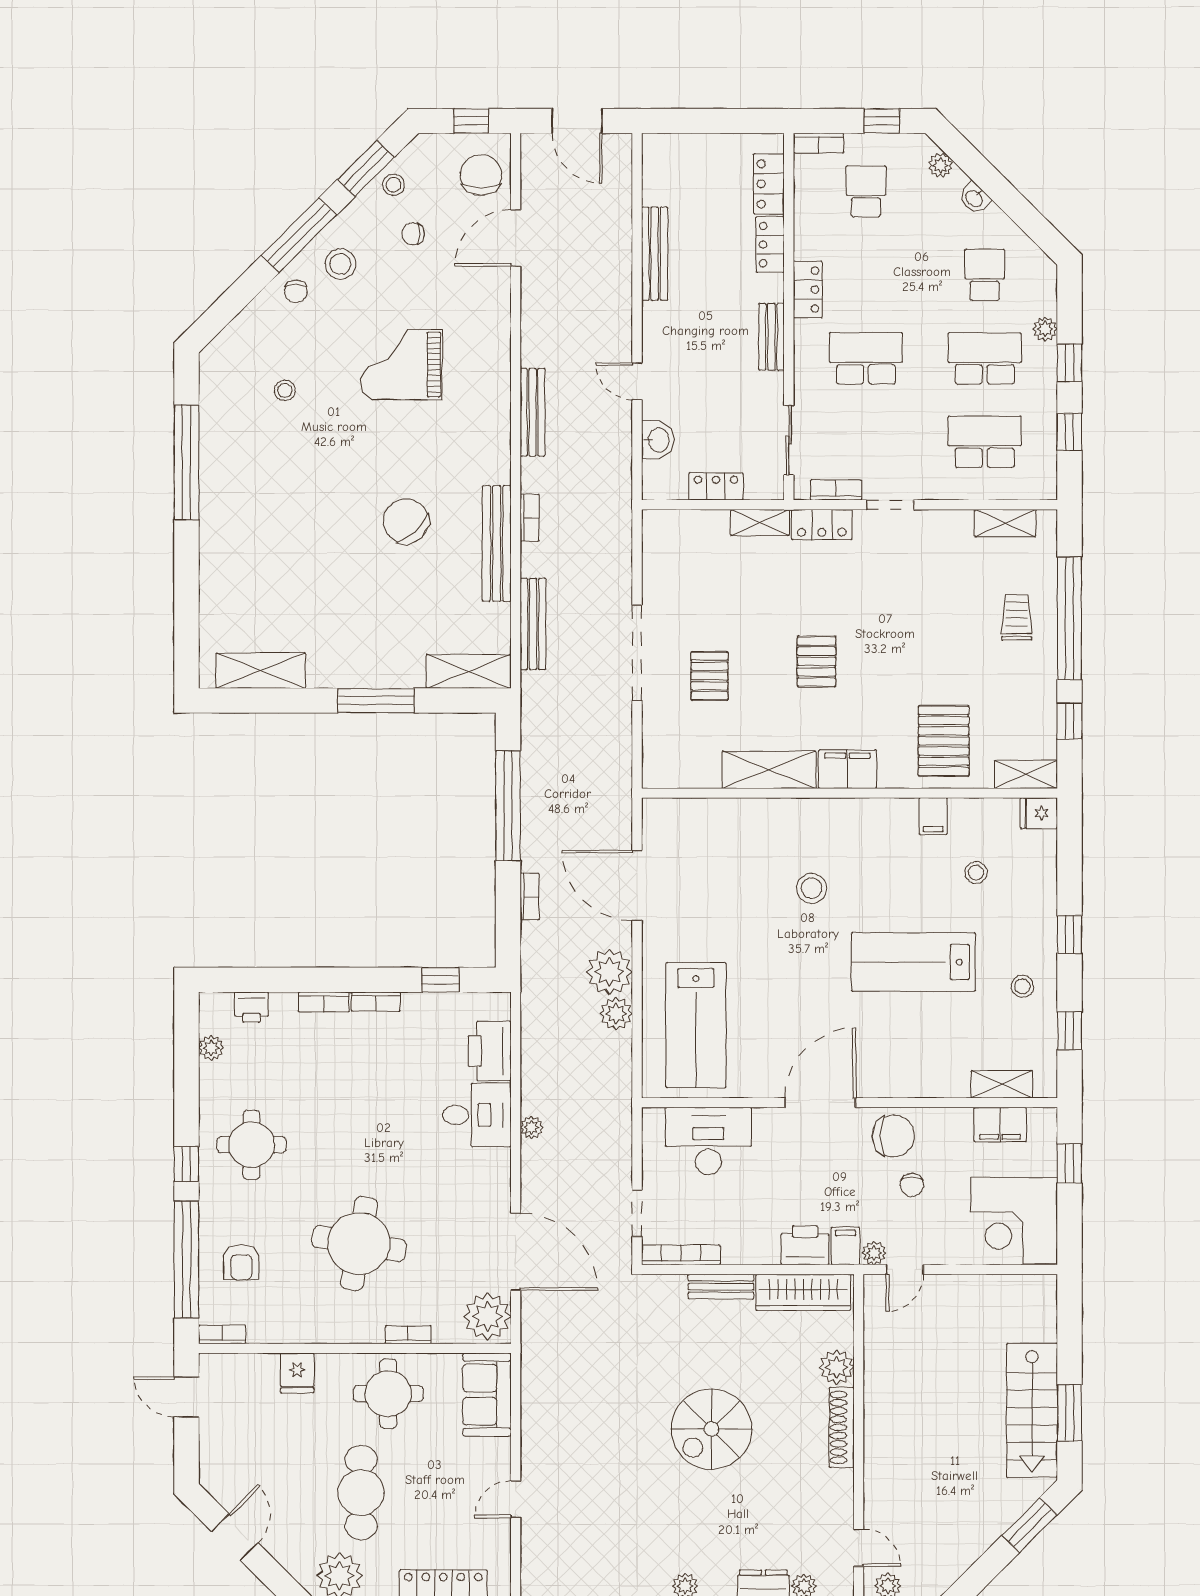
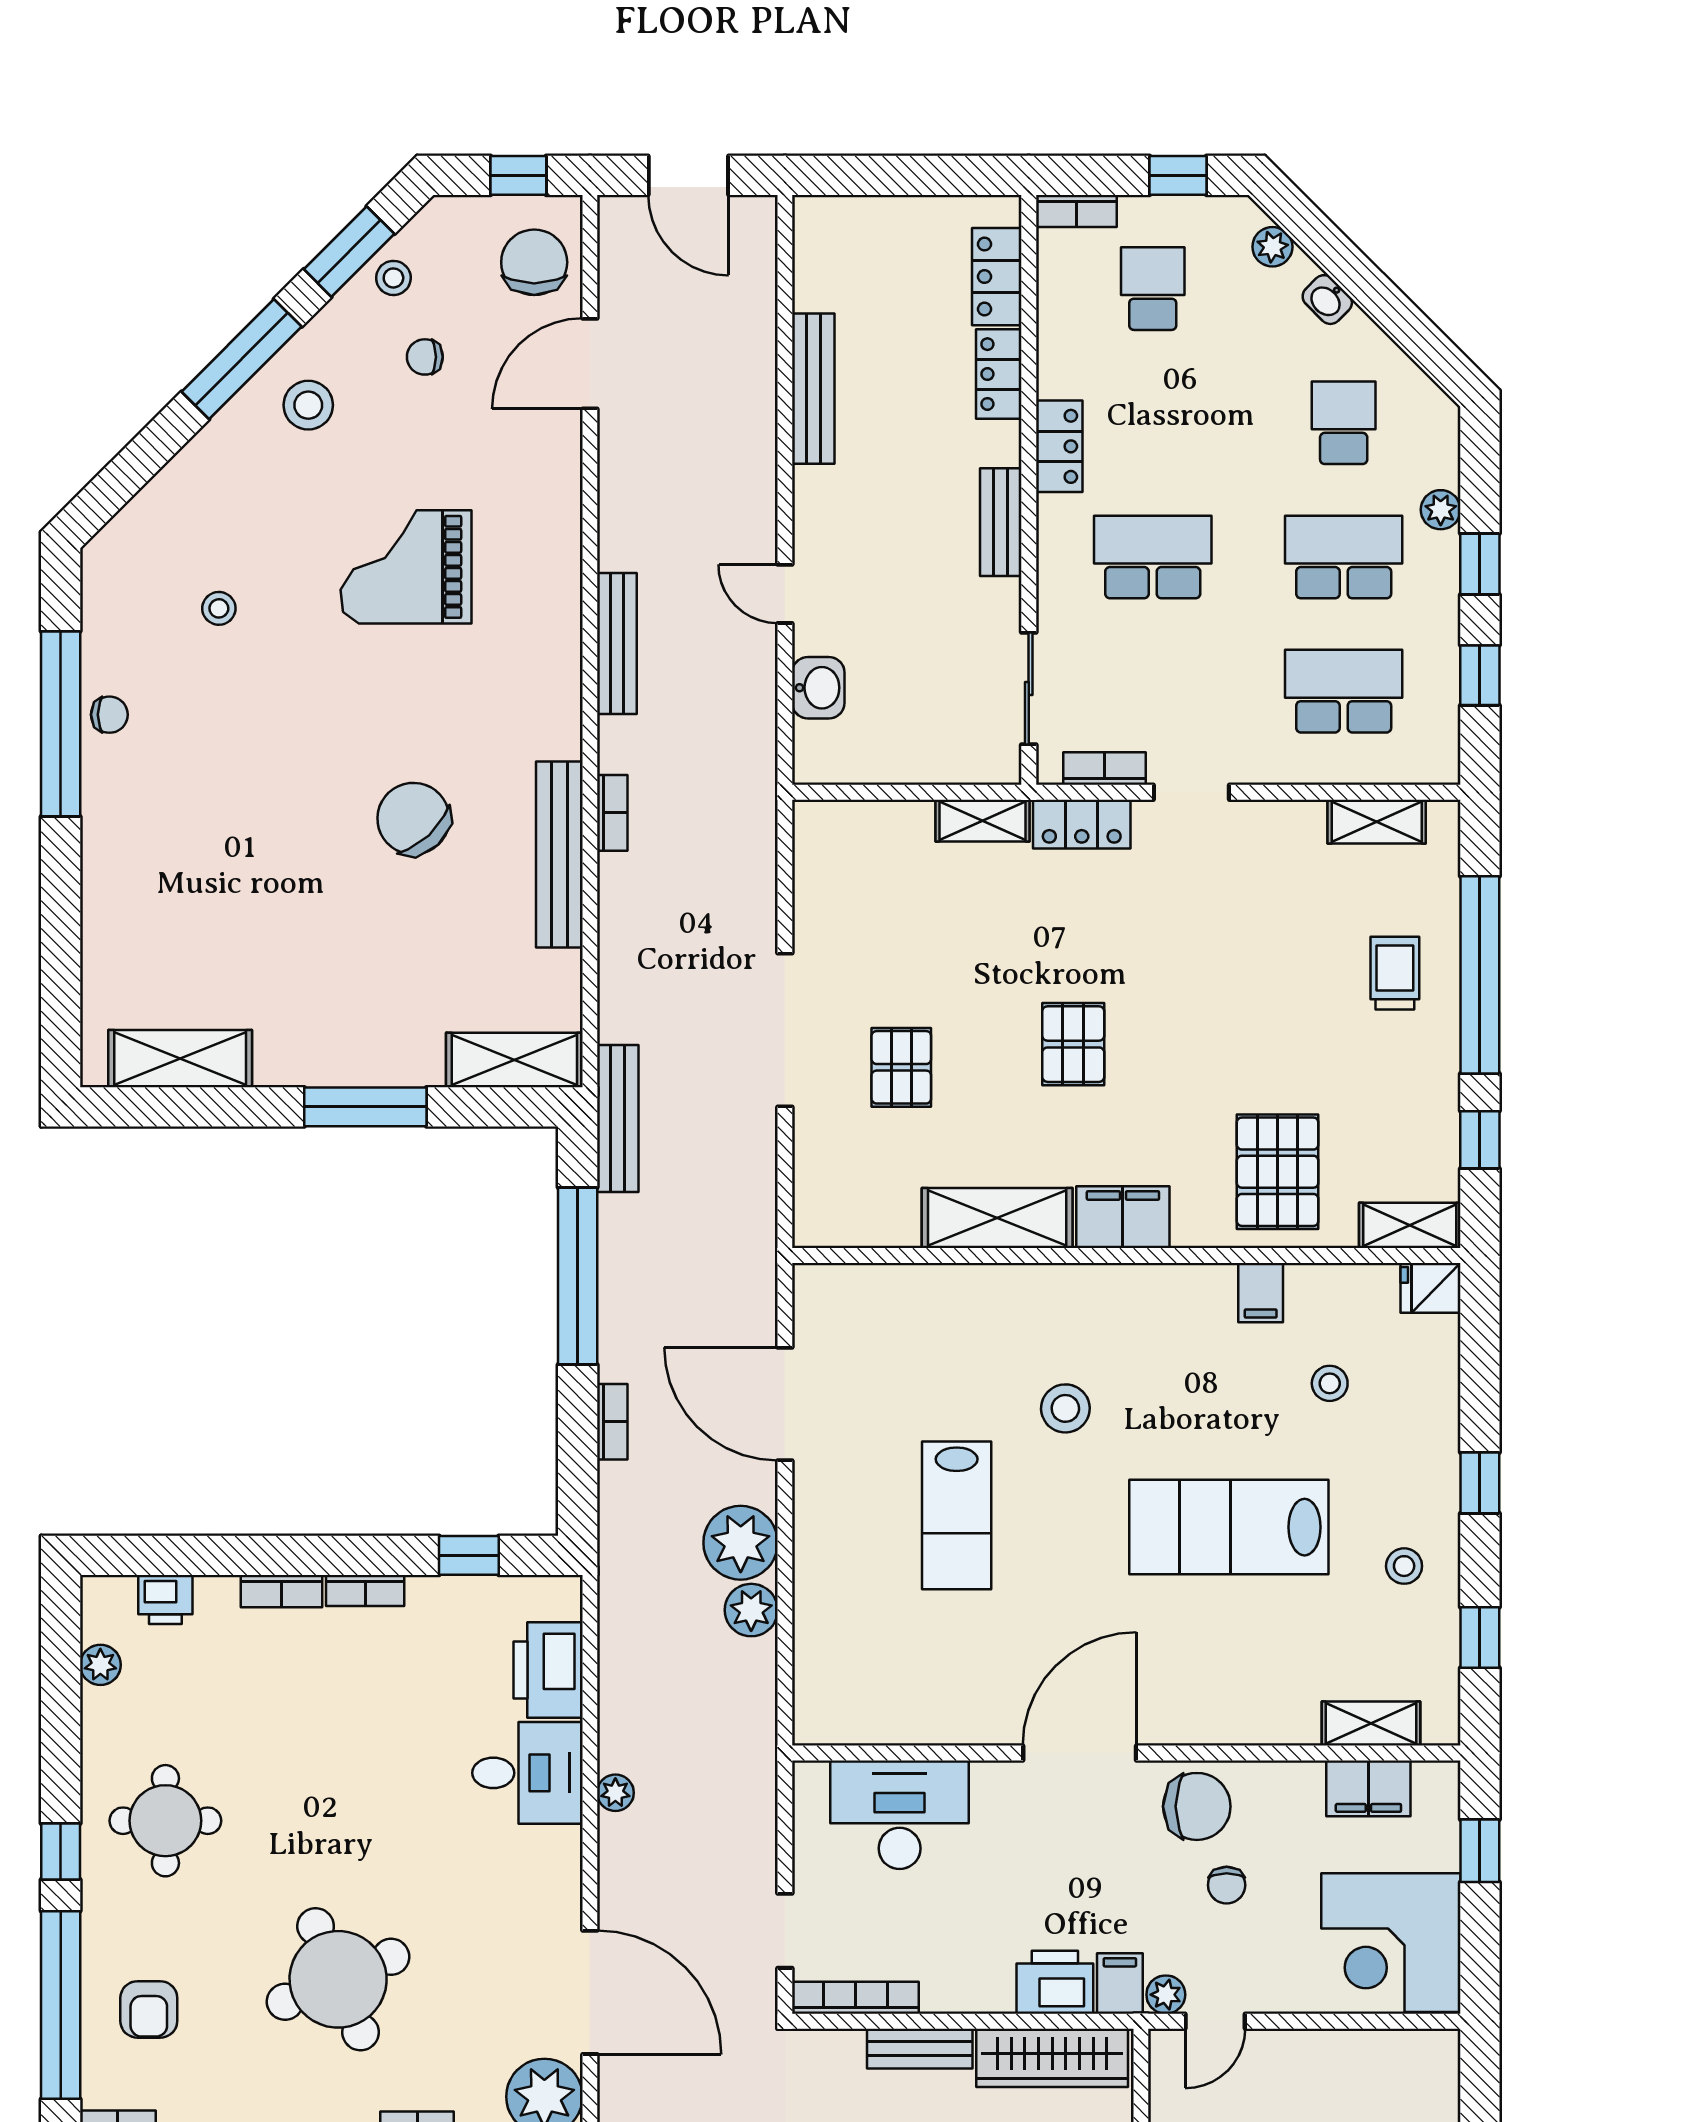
chair: (296, 291) -> (109, 715), moved, turned -90
locker: (716, 487) -> (912, 763), removed
bench: (533, 624) -> (618, 1119), moved
lab bench: (696, 1025) -> (957, 1515), moved, width x0.73, depth x0.72
round table: (359, 1243) -> (338, 1979), turned -33

